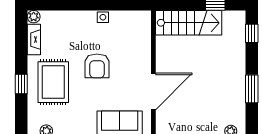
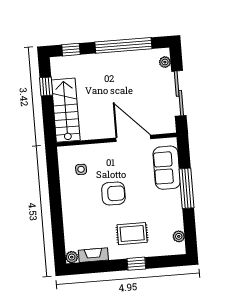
side table: (103, 17) -> (81, 169), moved
rug: (53, 82) -> (132, 234), width x0.73, depth x0.70
window: (252, 89) -> (123, 45), width x2.11

